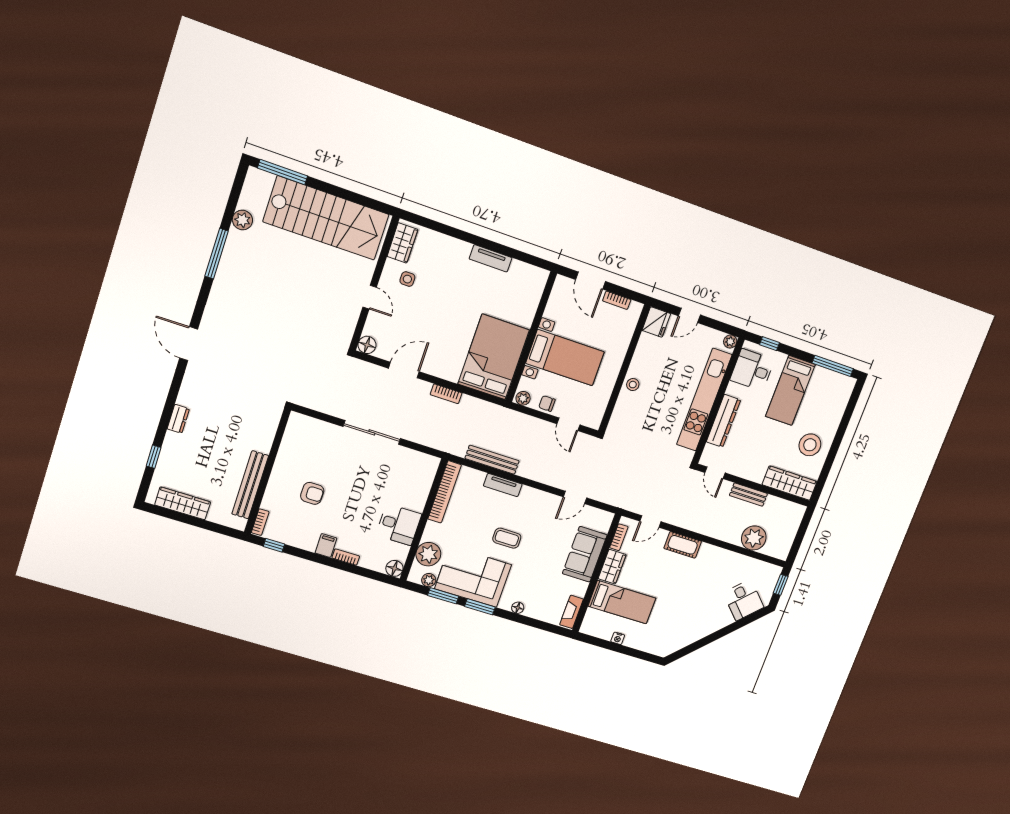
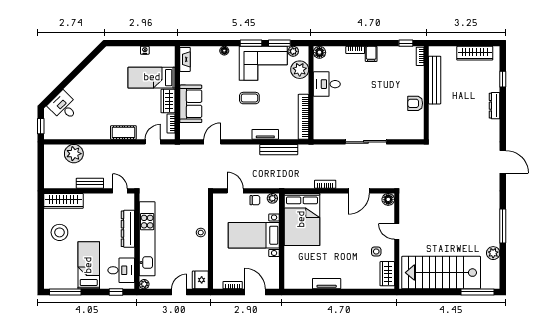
dresser: (178, 419) -> (495, 106), width x1.44
armchair: (312, 493) -> (415, 103), moved

